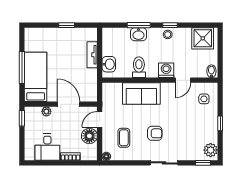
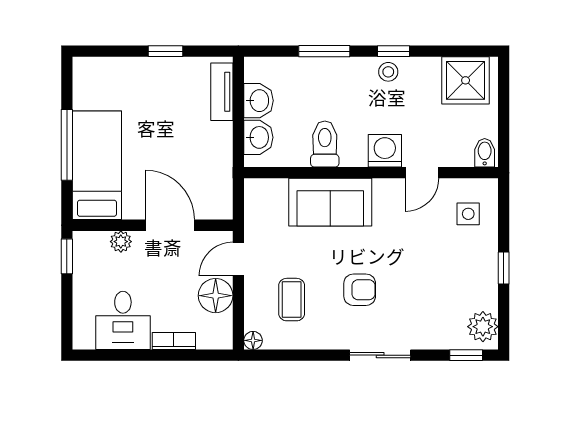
washbasin: (138, 34) -> (259, 101), moved, turned -90
tv unit: (92, 55) -> (222, 92), moved

